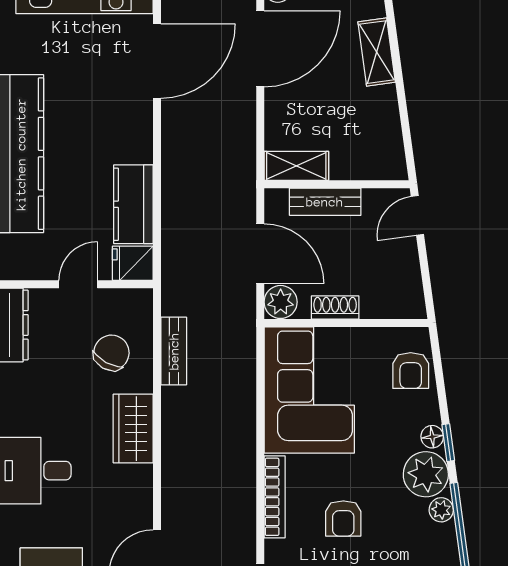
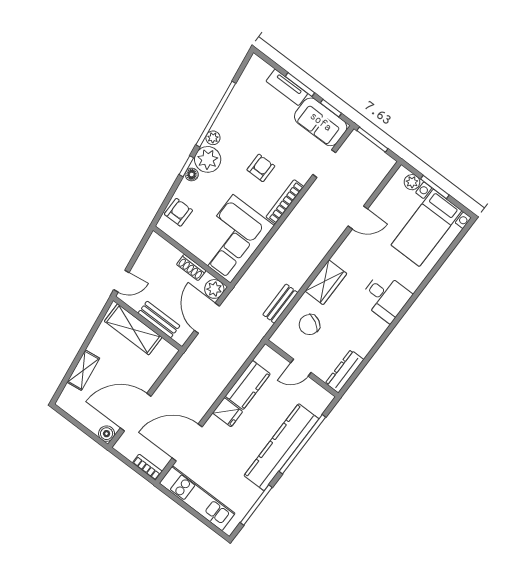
shelving: (296, 166) -> (133, 329), moved, width x1.50, depth x1.33
fridge: (133, 263) -> (228, 412), moved

